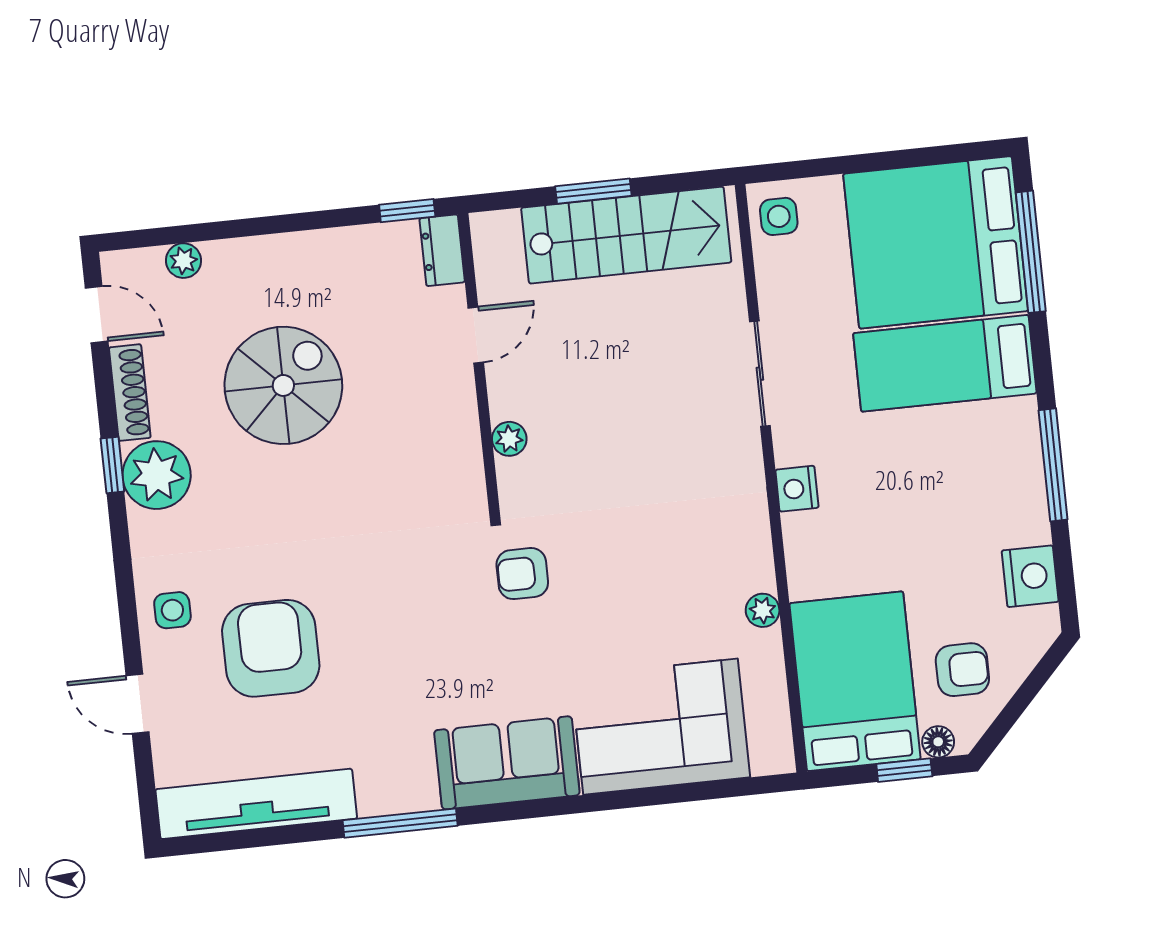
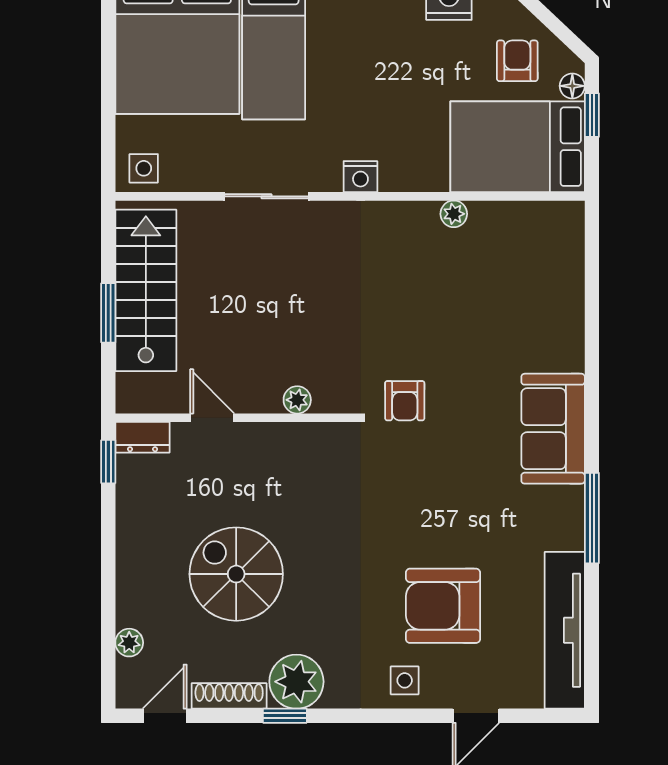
corner sofa: (660, 727) -> (537, 304), removed

